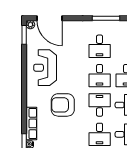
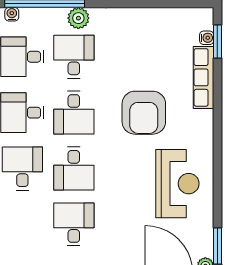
desk: (100, 76) -> (74, 168), turned 180
armchair: (63, 105) -> (144, 113), turned 90

